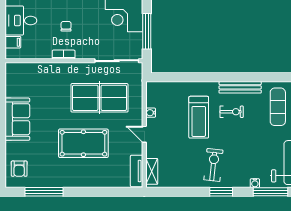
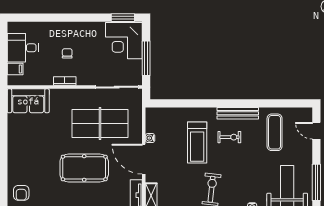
sofa: (17, 119) -> (28, 101), moved, turned 90
door: (144, 134) -> (144, 159), width x1.88

